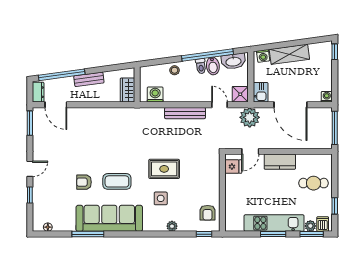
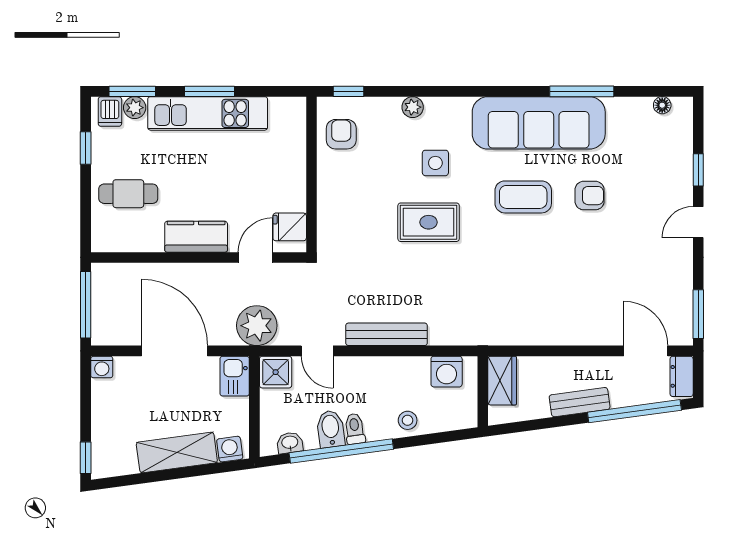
washbasin: (233, 61) -> (290, 443), width x0.52, depth x0.69

